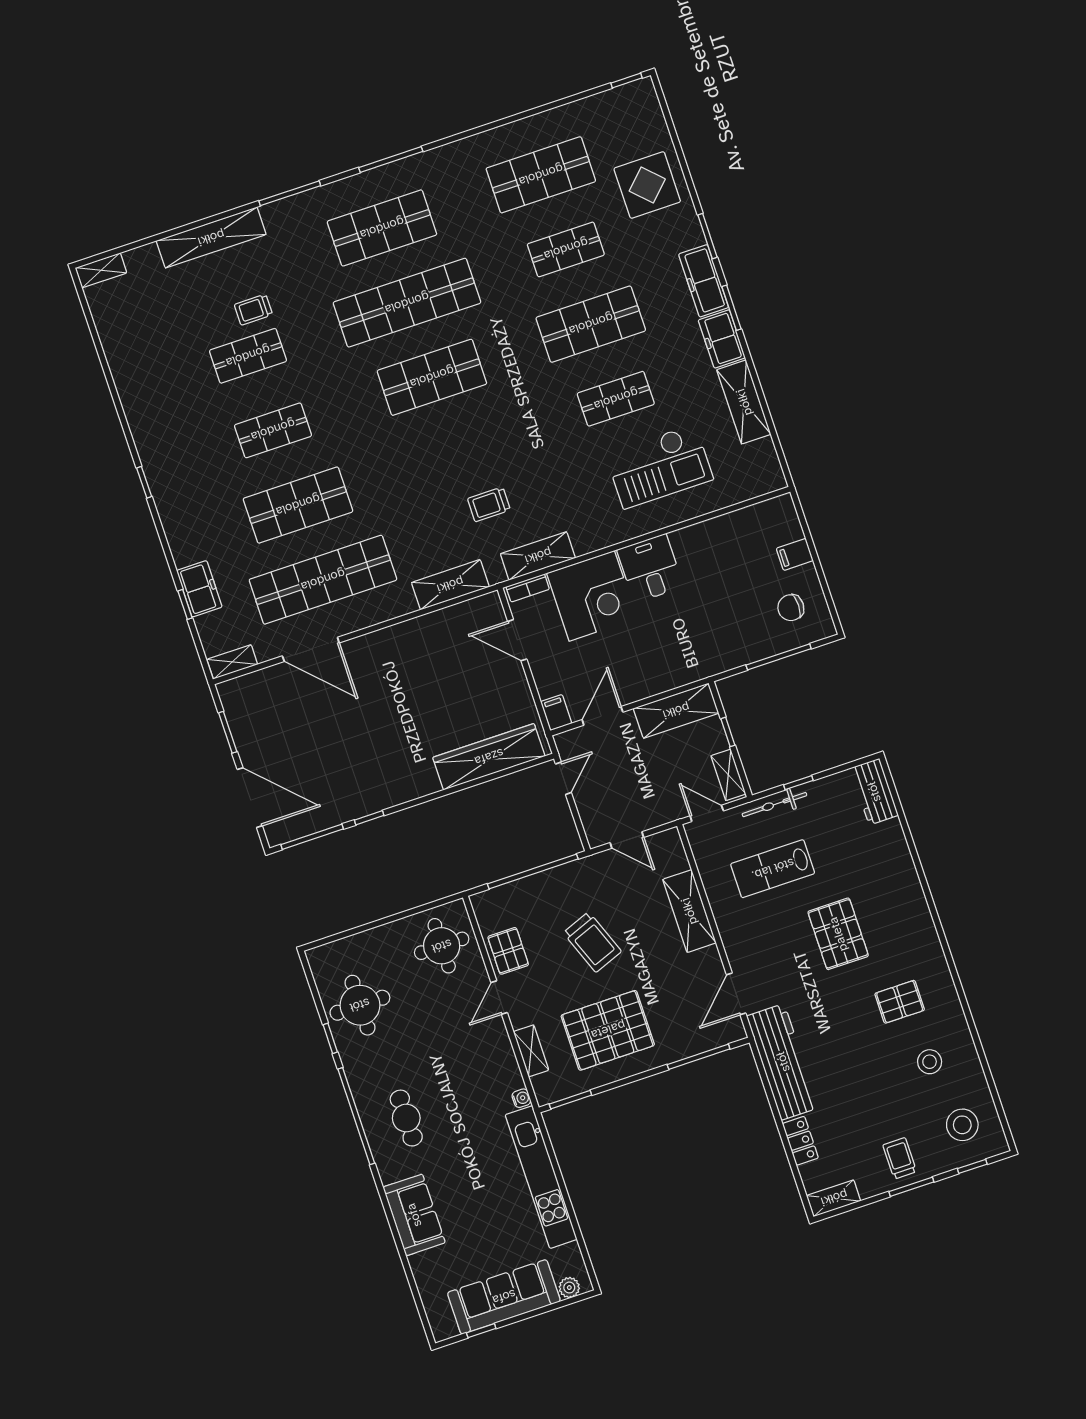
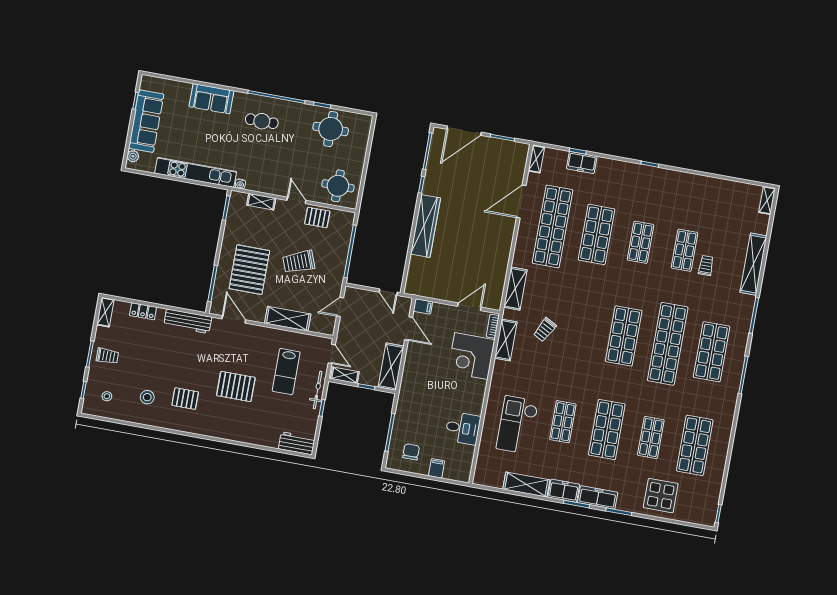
trolley: (489, 504) -> (545, 330), turned -152
desk: (650, 568) -> (463, 428), moved
wardrobe: (489, 757) -> (425, 226), moved
door: (707, 813) -> (332, 354), hinge flipped
lab bench: (773, 869) -> (286, 372), turned 180
pallet: (900, 1002) -> (185, 399), turned 90
pallet: (608, 1030) -> (249, 270), moved
workbench: (783, 1062) -> (188, 321), width x0.73, depth x0.76
stool: (962, 1125) -> (107, 396), width x0.53, depth x0.53

